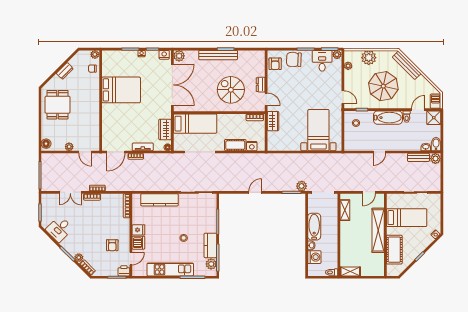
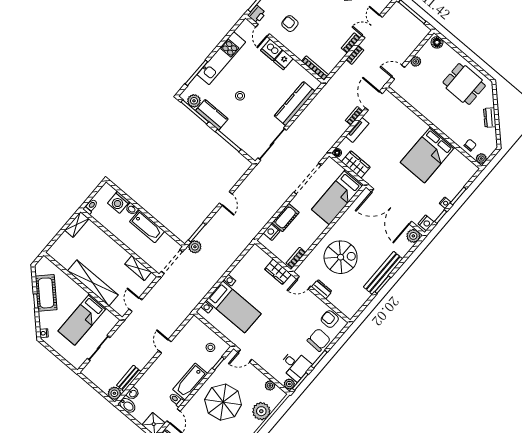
cot: (394, 250) -> (46, 293), moved, turned 45

